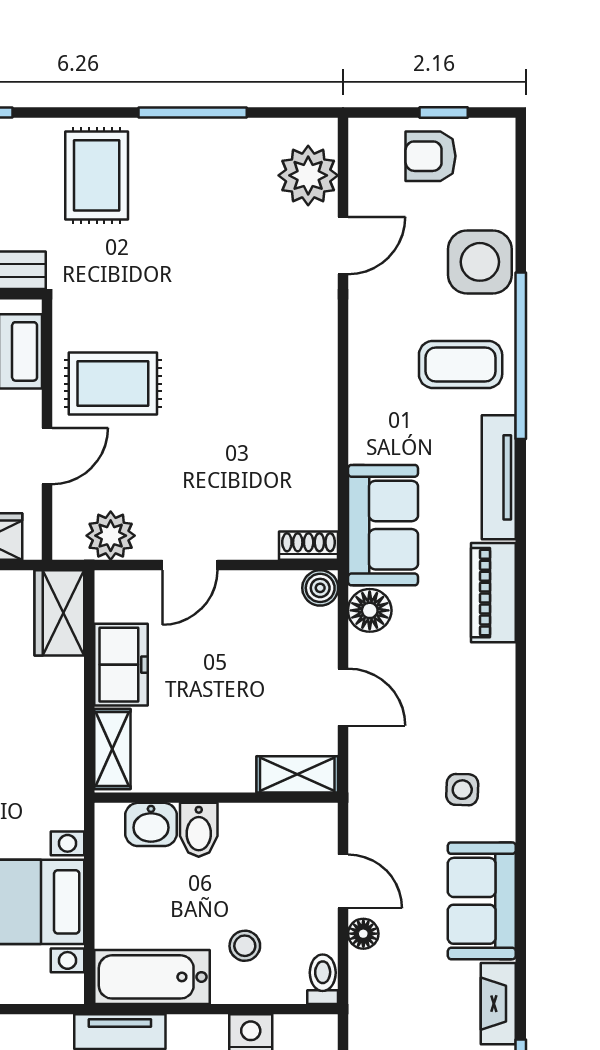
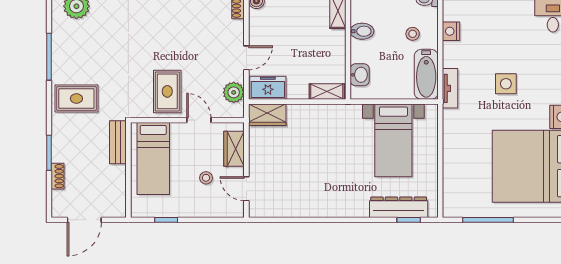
door: (190, 565) -> (246, 58), hinge flipped
freezer: (121, 665) -> (268, 88), moved
bidet: (199, 830) -> (362, 31), moved

